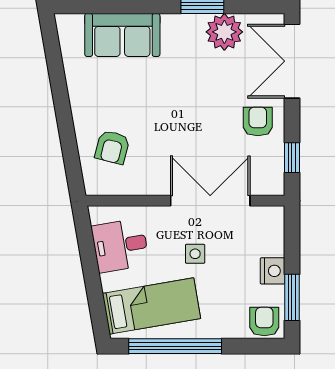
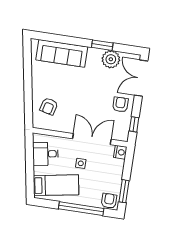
sofa: (122, 35) -> (62, 53), width x1.36
nightstand: (272, 271) -> (120, 152), moved
window: (175, 346) -> (81, 209), moved

